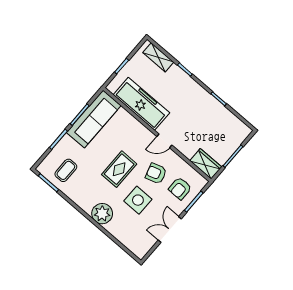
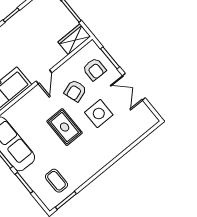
plant: (102, 214) -> (106, 152), removed

